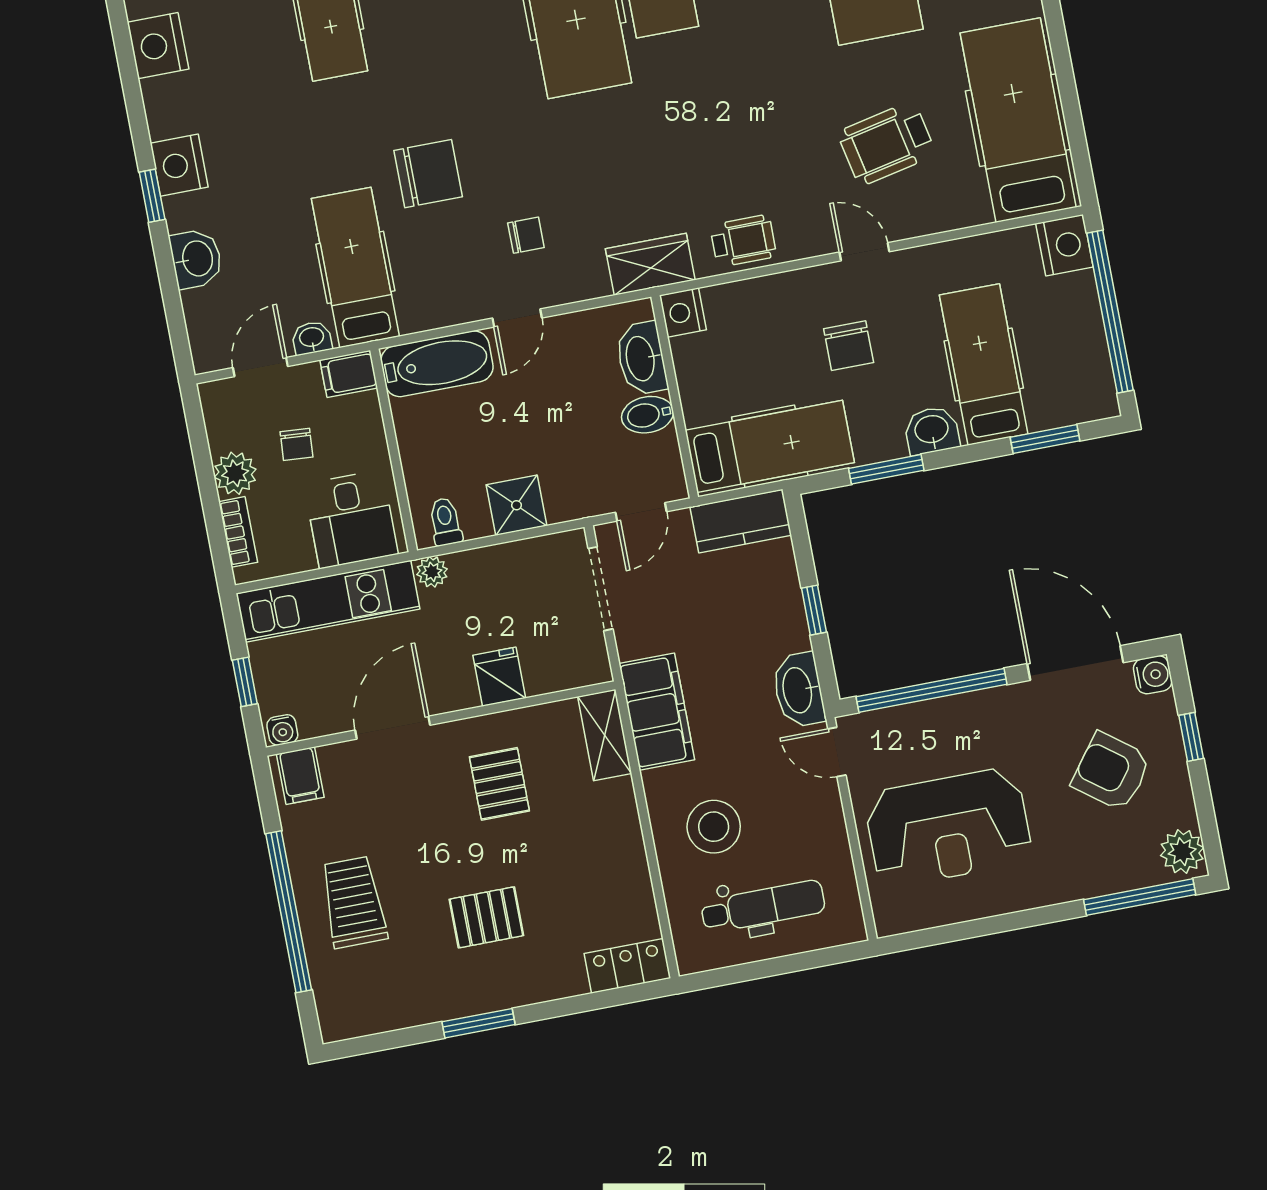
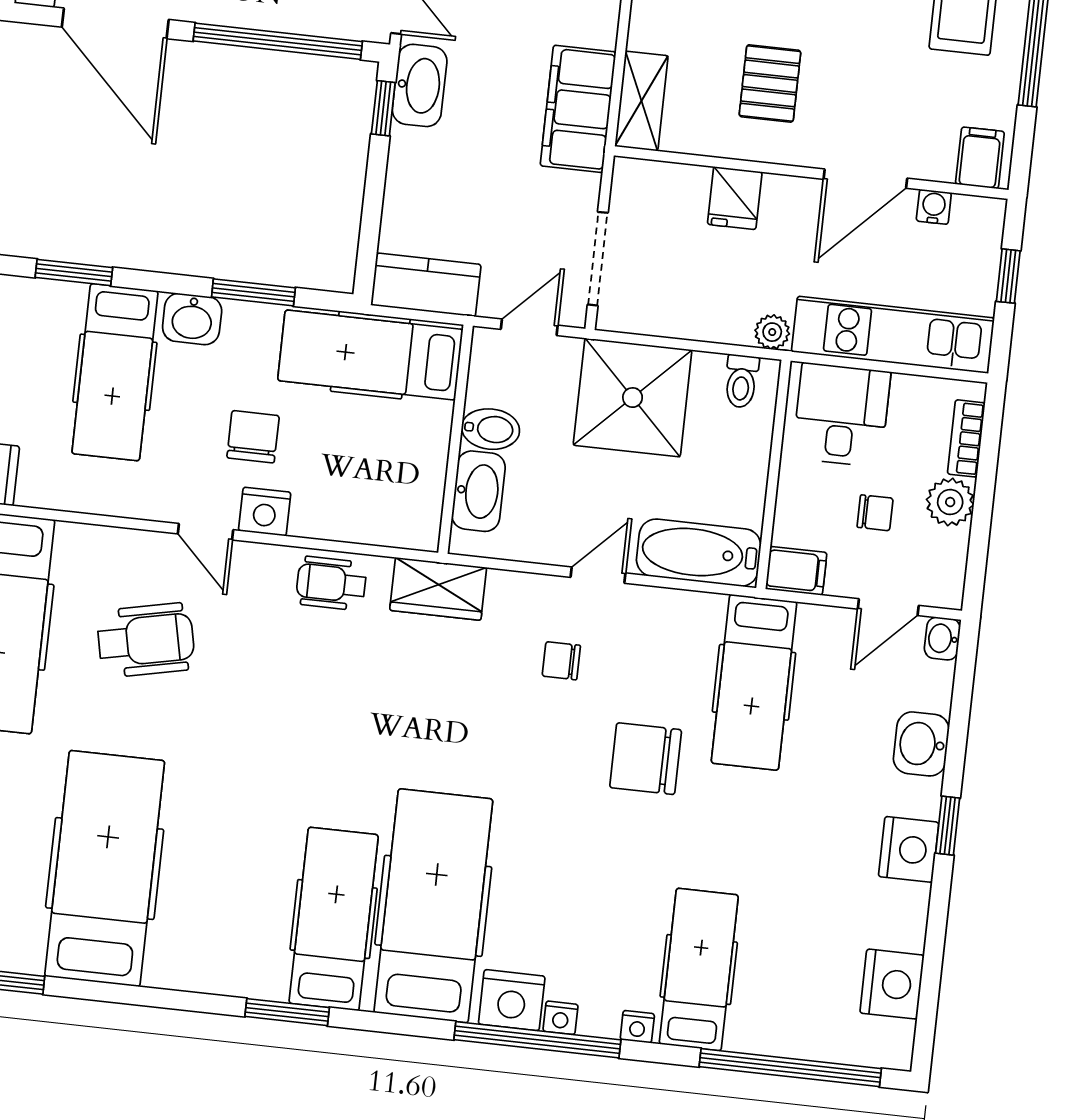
nightstand: (683, 312) -> (265, 512), moved, turned 90
washbasin: (312, 338) -> (942, 639), moved, turned 90
chair: (296, 444) -> (875, 513), turned 86
shower: (517, 505) -> (633, 398), width x1.86, depth x1.86
window: (814, 610) -> (383, 108), moved
water cooler: (282, 730) -> (934, 207), moved

